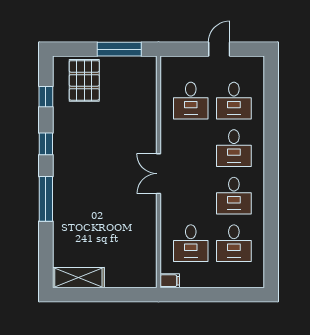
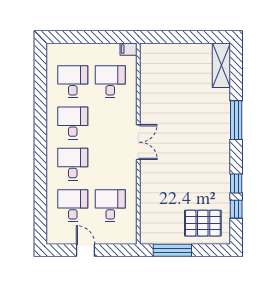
door: (219, 49) -> (86, 250), swing flipped
pallet: (84, 80) -> (203, 223), turned 90
window: (46, 144) -> (236, 183), moved
shelving: (78, 278) -> (221, 65), moved, turned 90

